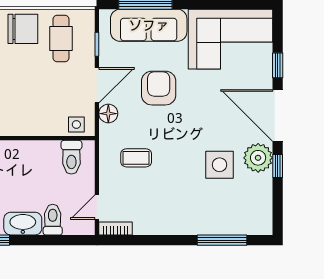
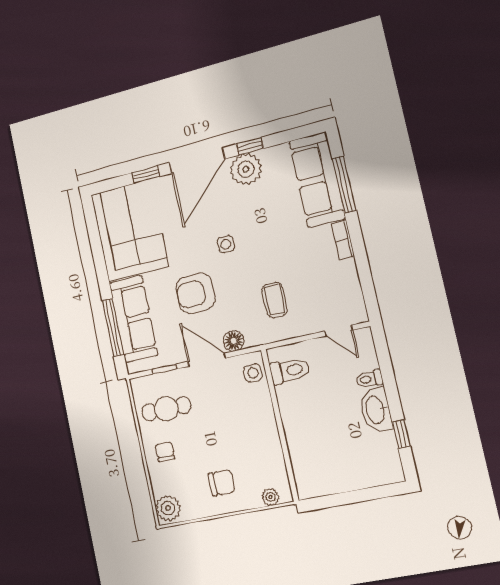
chair: (23, 29) -> (165, 452), width x0.54, depth x0.54
side table: (220, 165) -> (226, 244), moved, width x0.54, depth x0.54
sofa: (232, 218) -> (317, 180), added
toilet: (53, 220) -> (369, 379), width x0.73, depth x0.72
bookcase: (116, 228) -> (343, 240), moved

